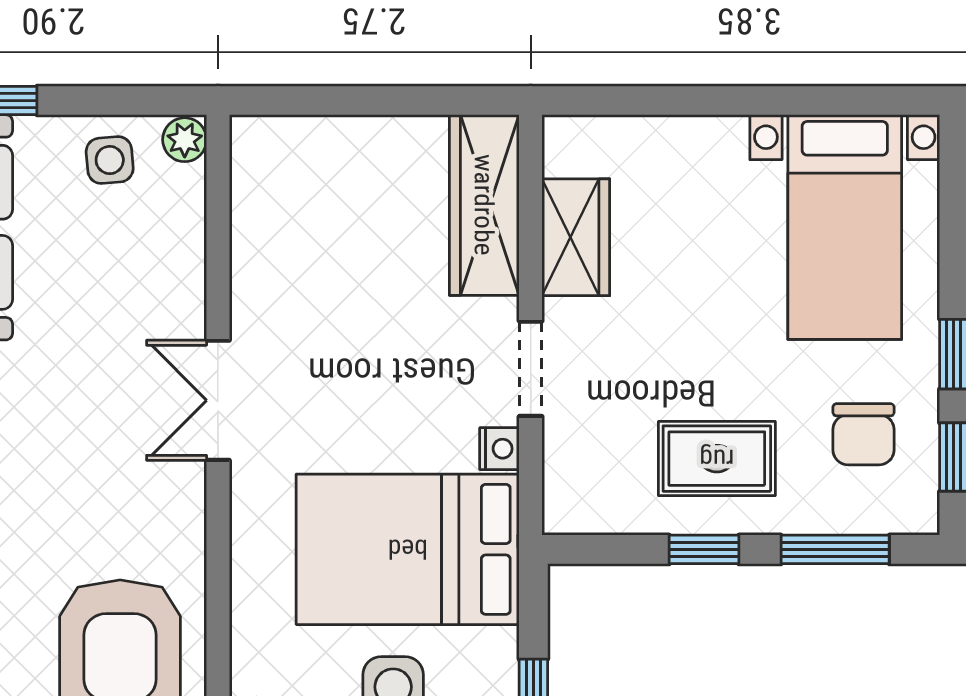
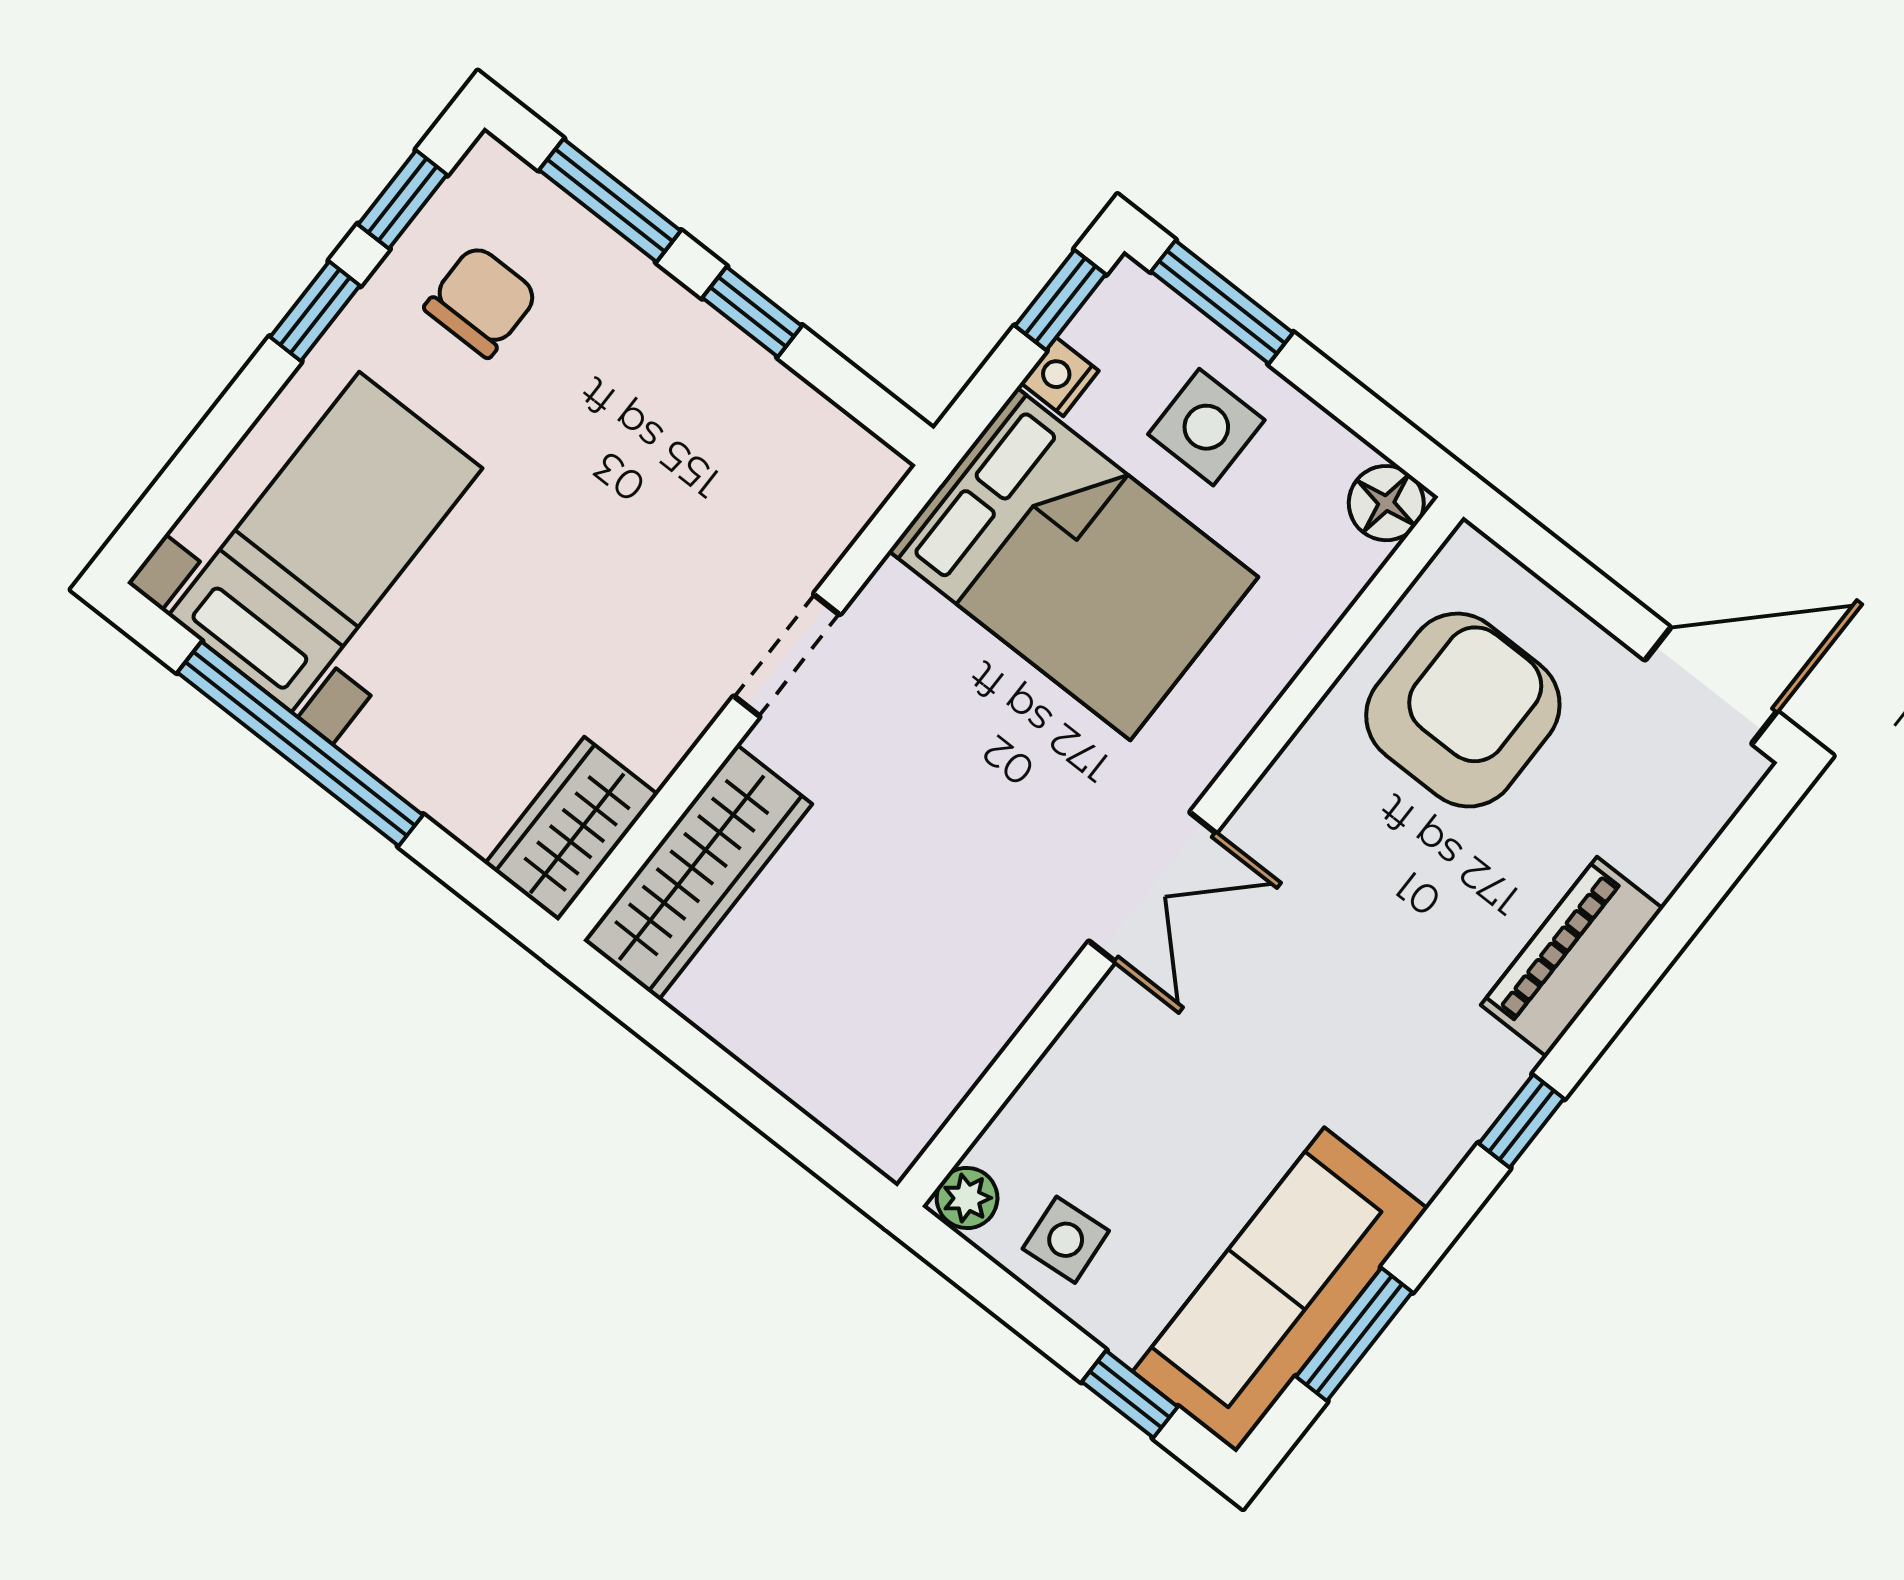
window: (769, 101) -> (300, 744), added
wardrobe: (576, 237) -> (571, 829), moved
nightstand: (499, 449) -> (1060, 377), moved
rug: (717, 459) -> (661, 400), removed

